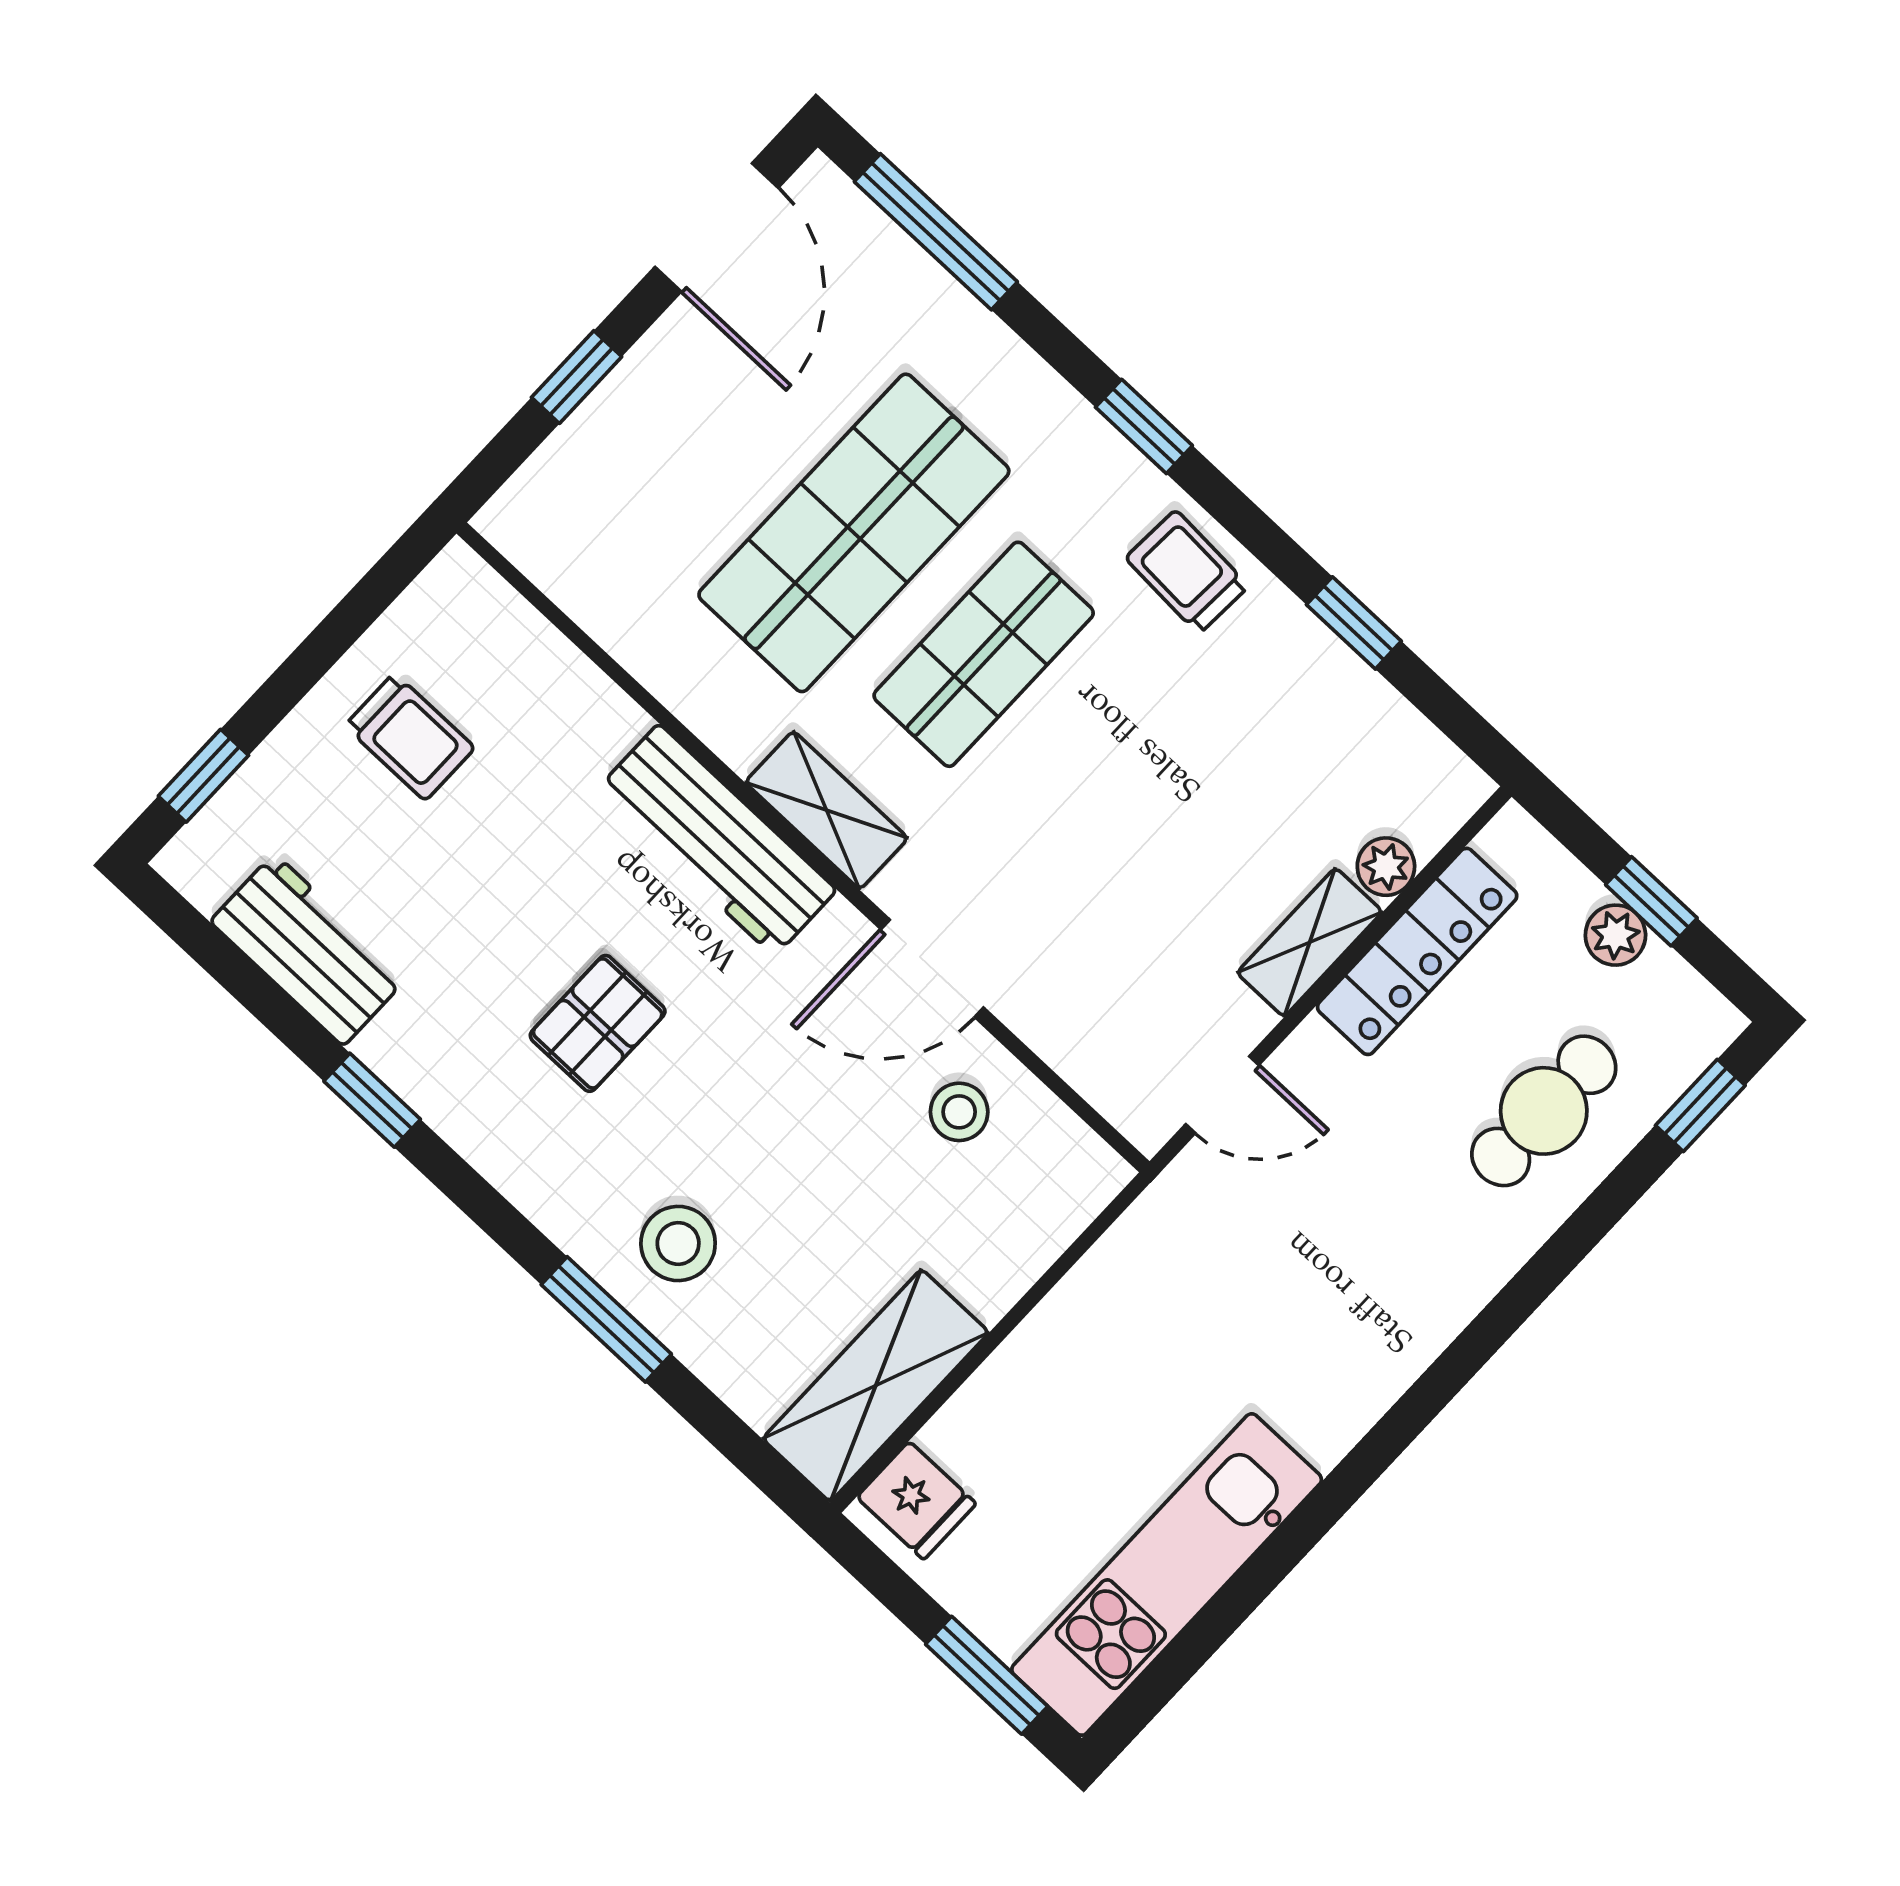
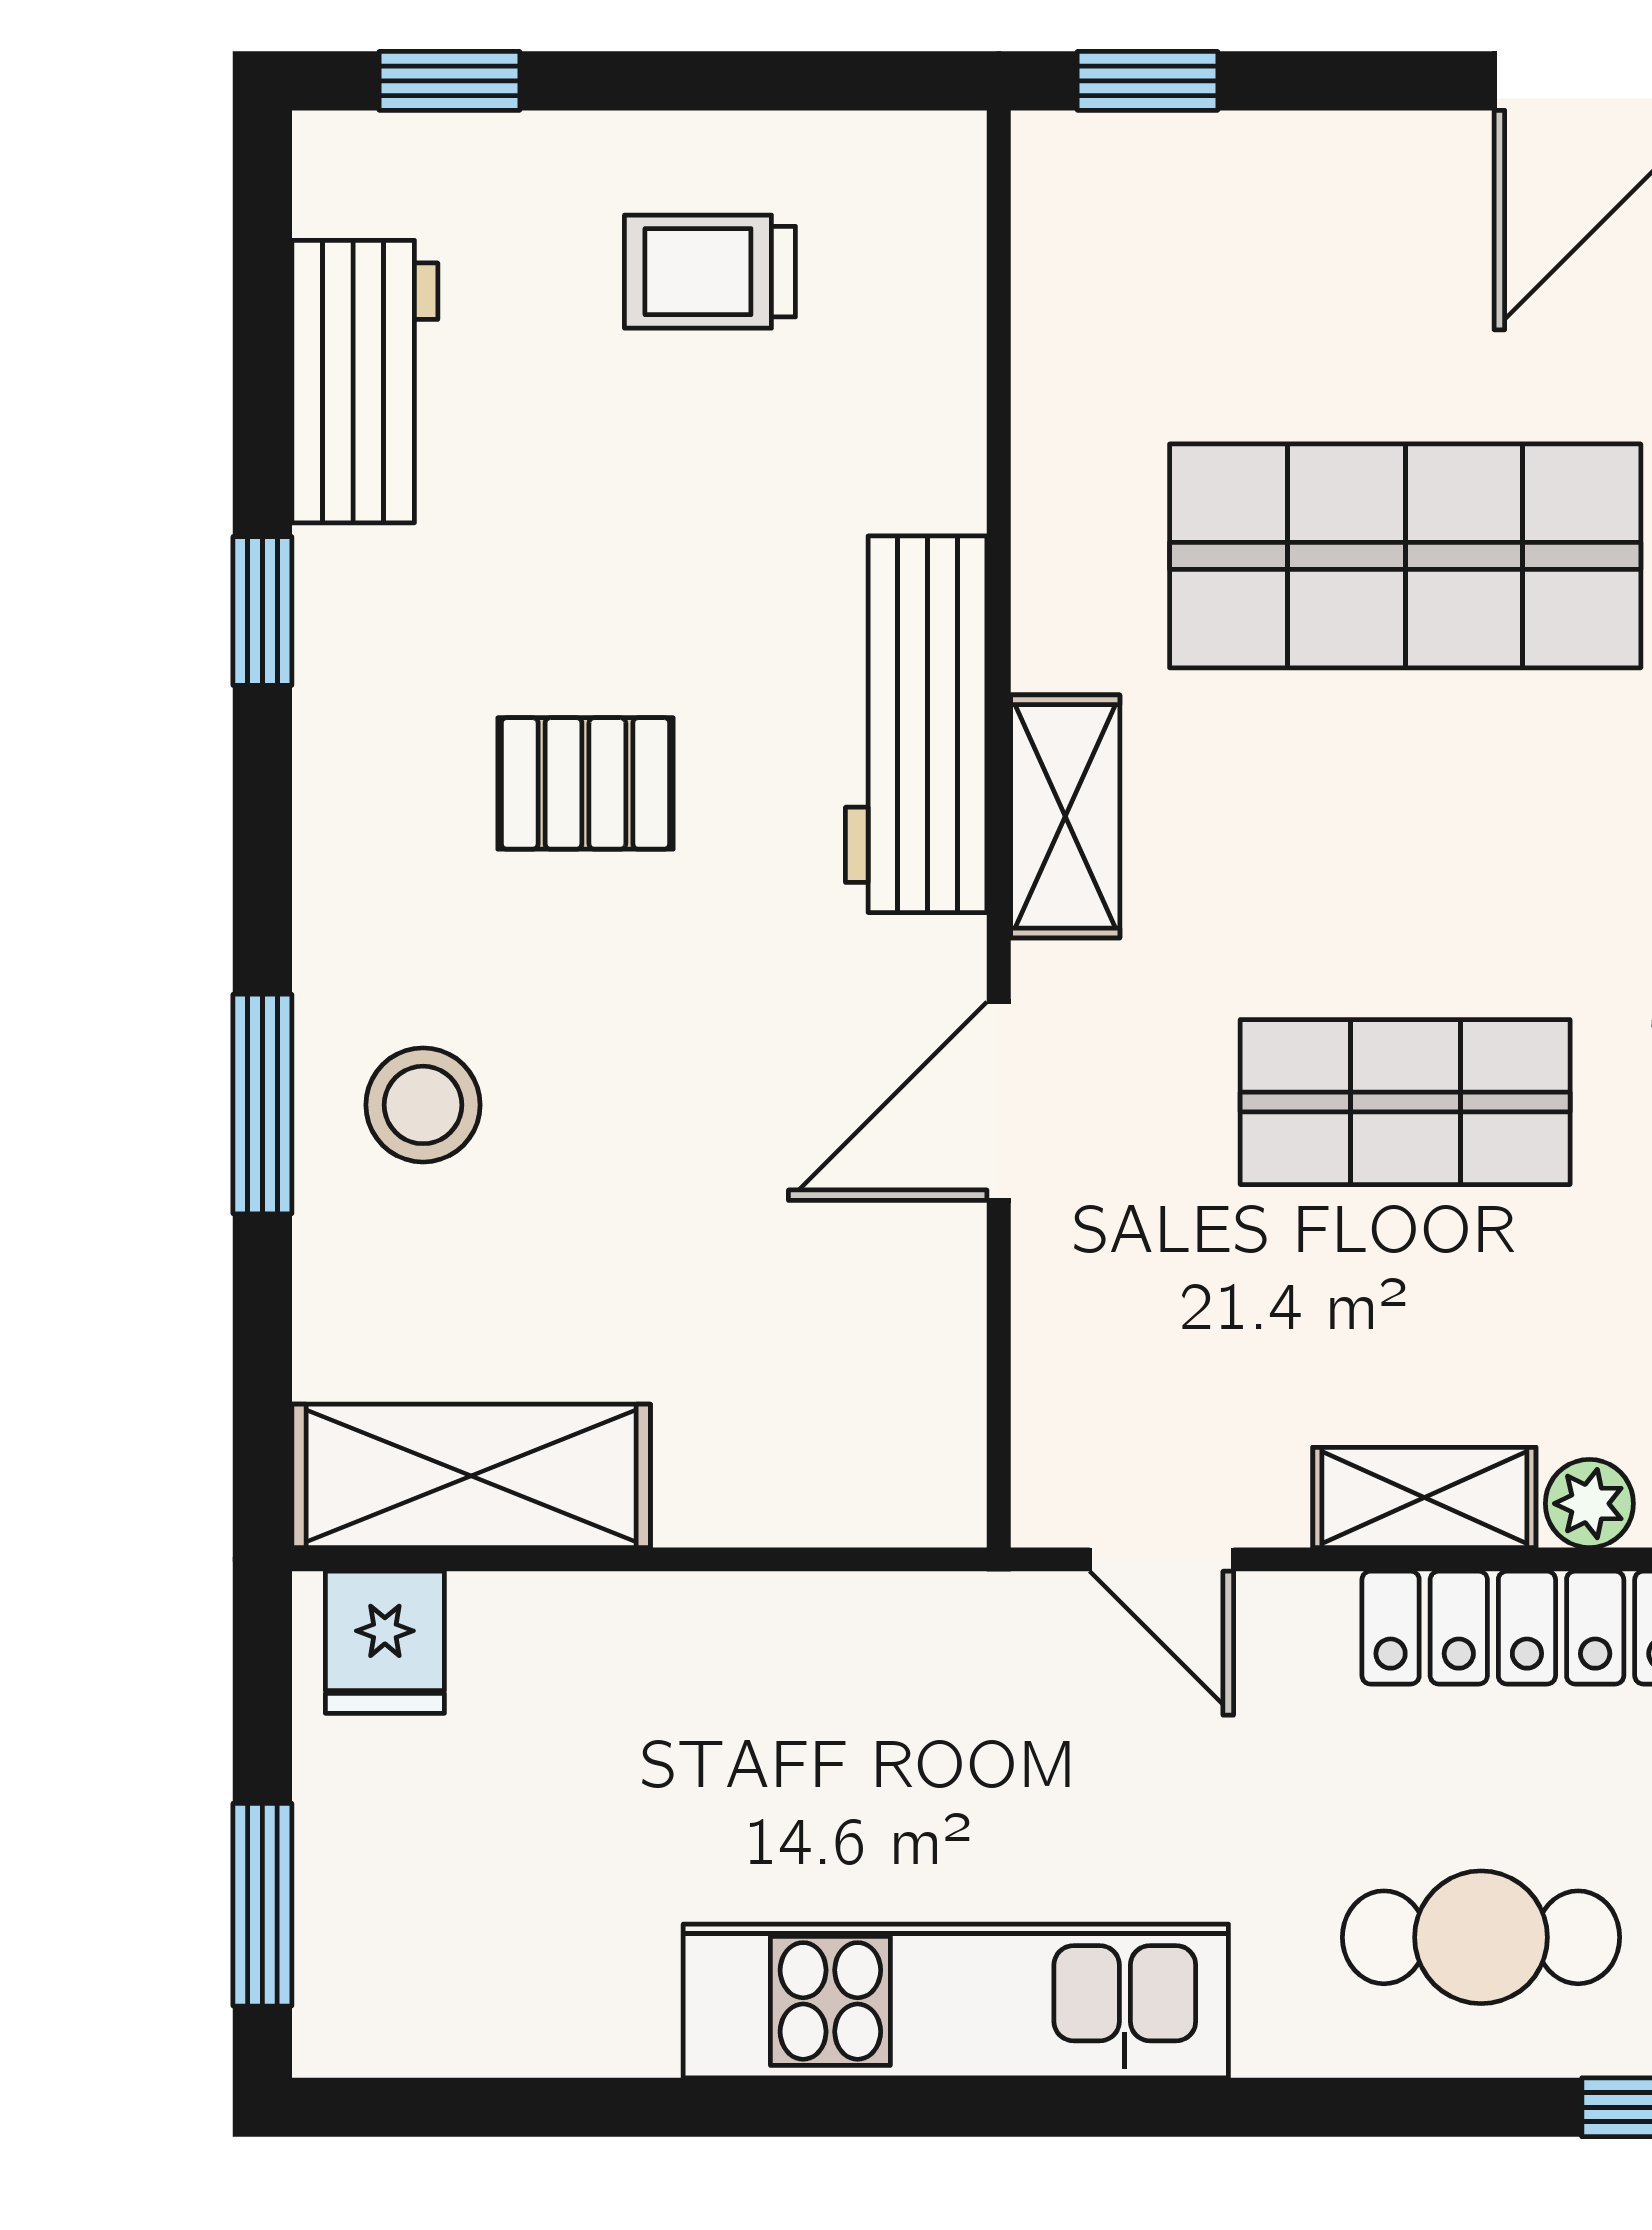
window: (577, 377) -> (1147, 81), moved
shop shelf: (984, 654) -> (1405, 1102), moved
trolley: (410, 737) -> (710, 272), turned 90
door: (932, 968) -> (999, 1101), hinge flipped
stool: (959, 1112) -> (866, 1282), removed
kitchen unit: (1167, 1575) -> (956, 2001), moved

